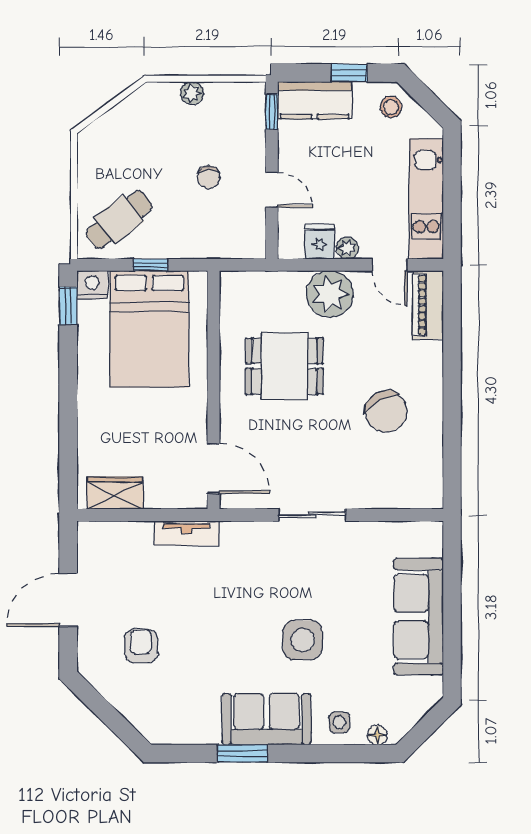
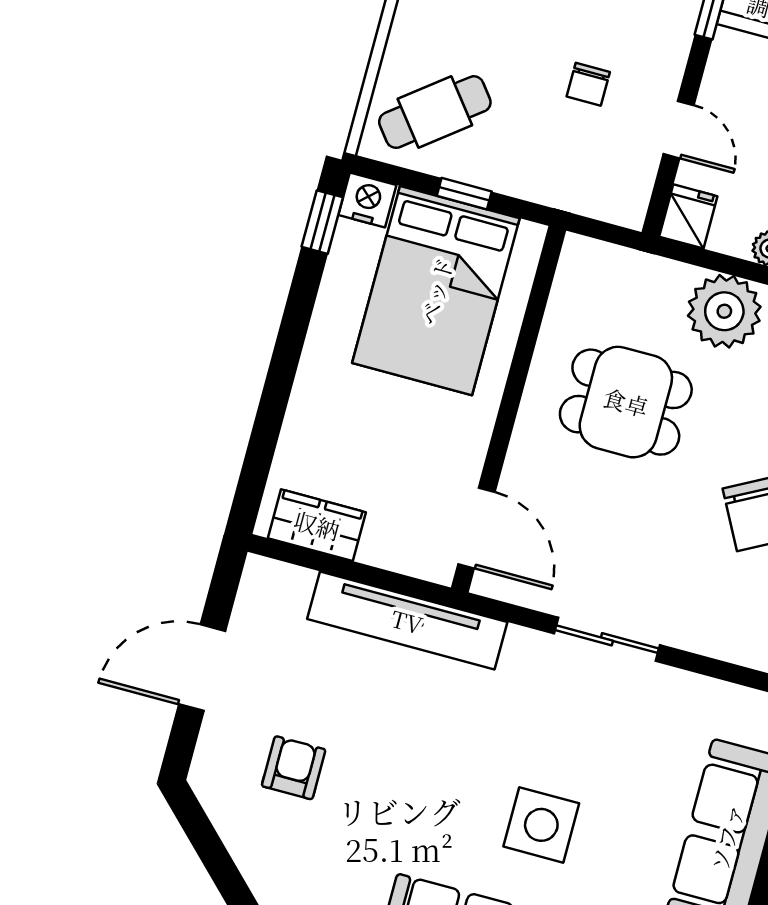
fridge: (319, 242) -> (688, 216), moved
tv unit: (186, 533) -> (407, 621), width x1.92, depth x1.29

